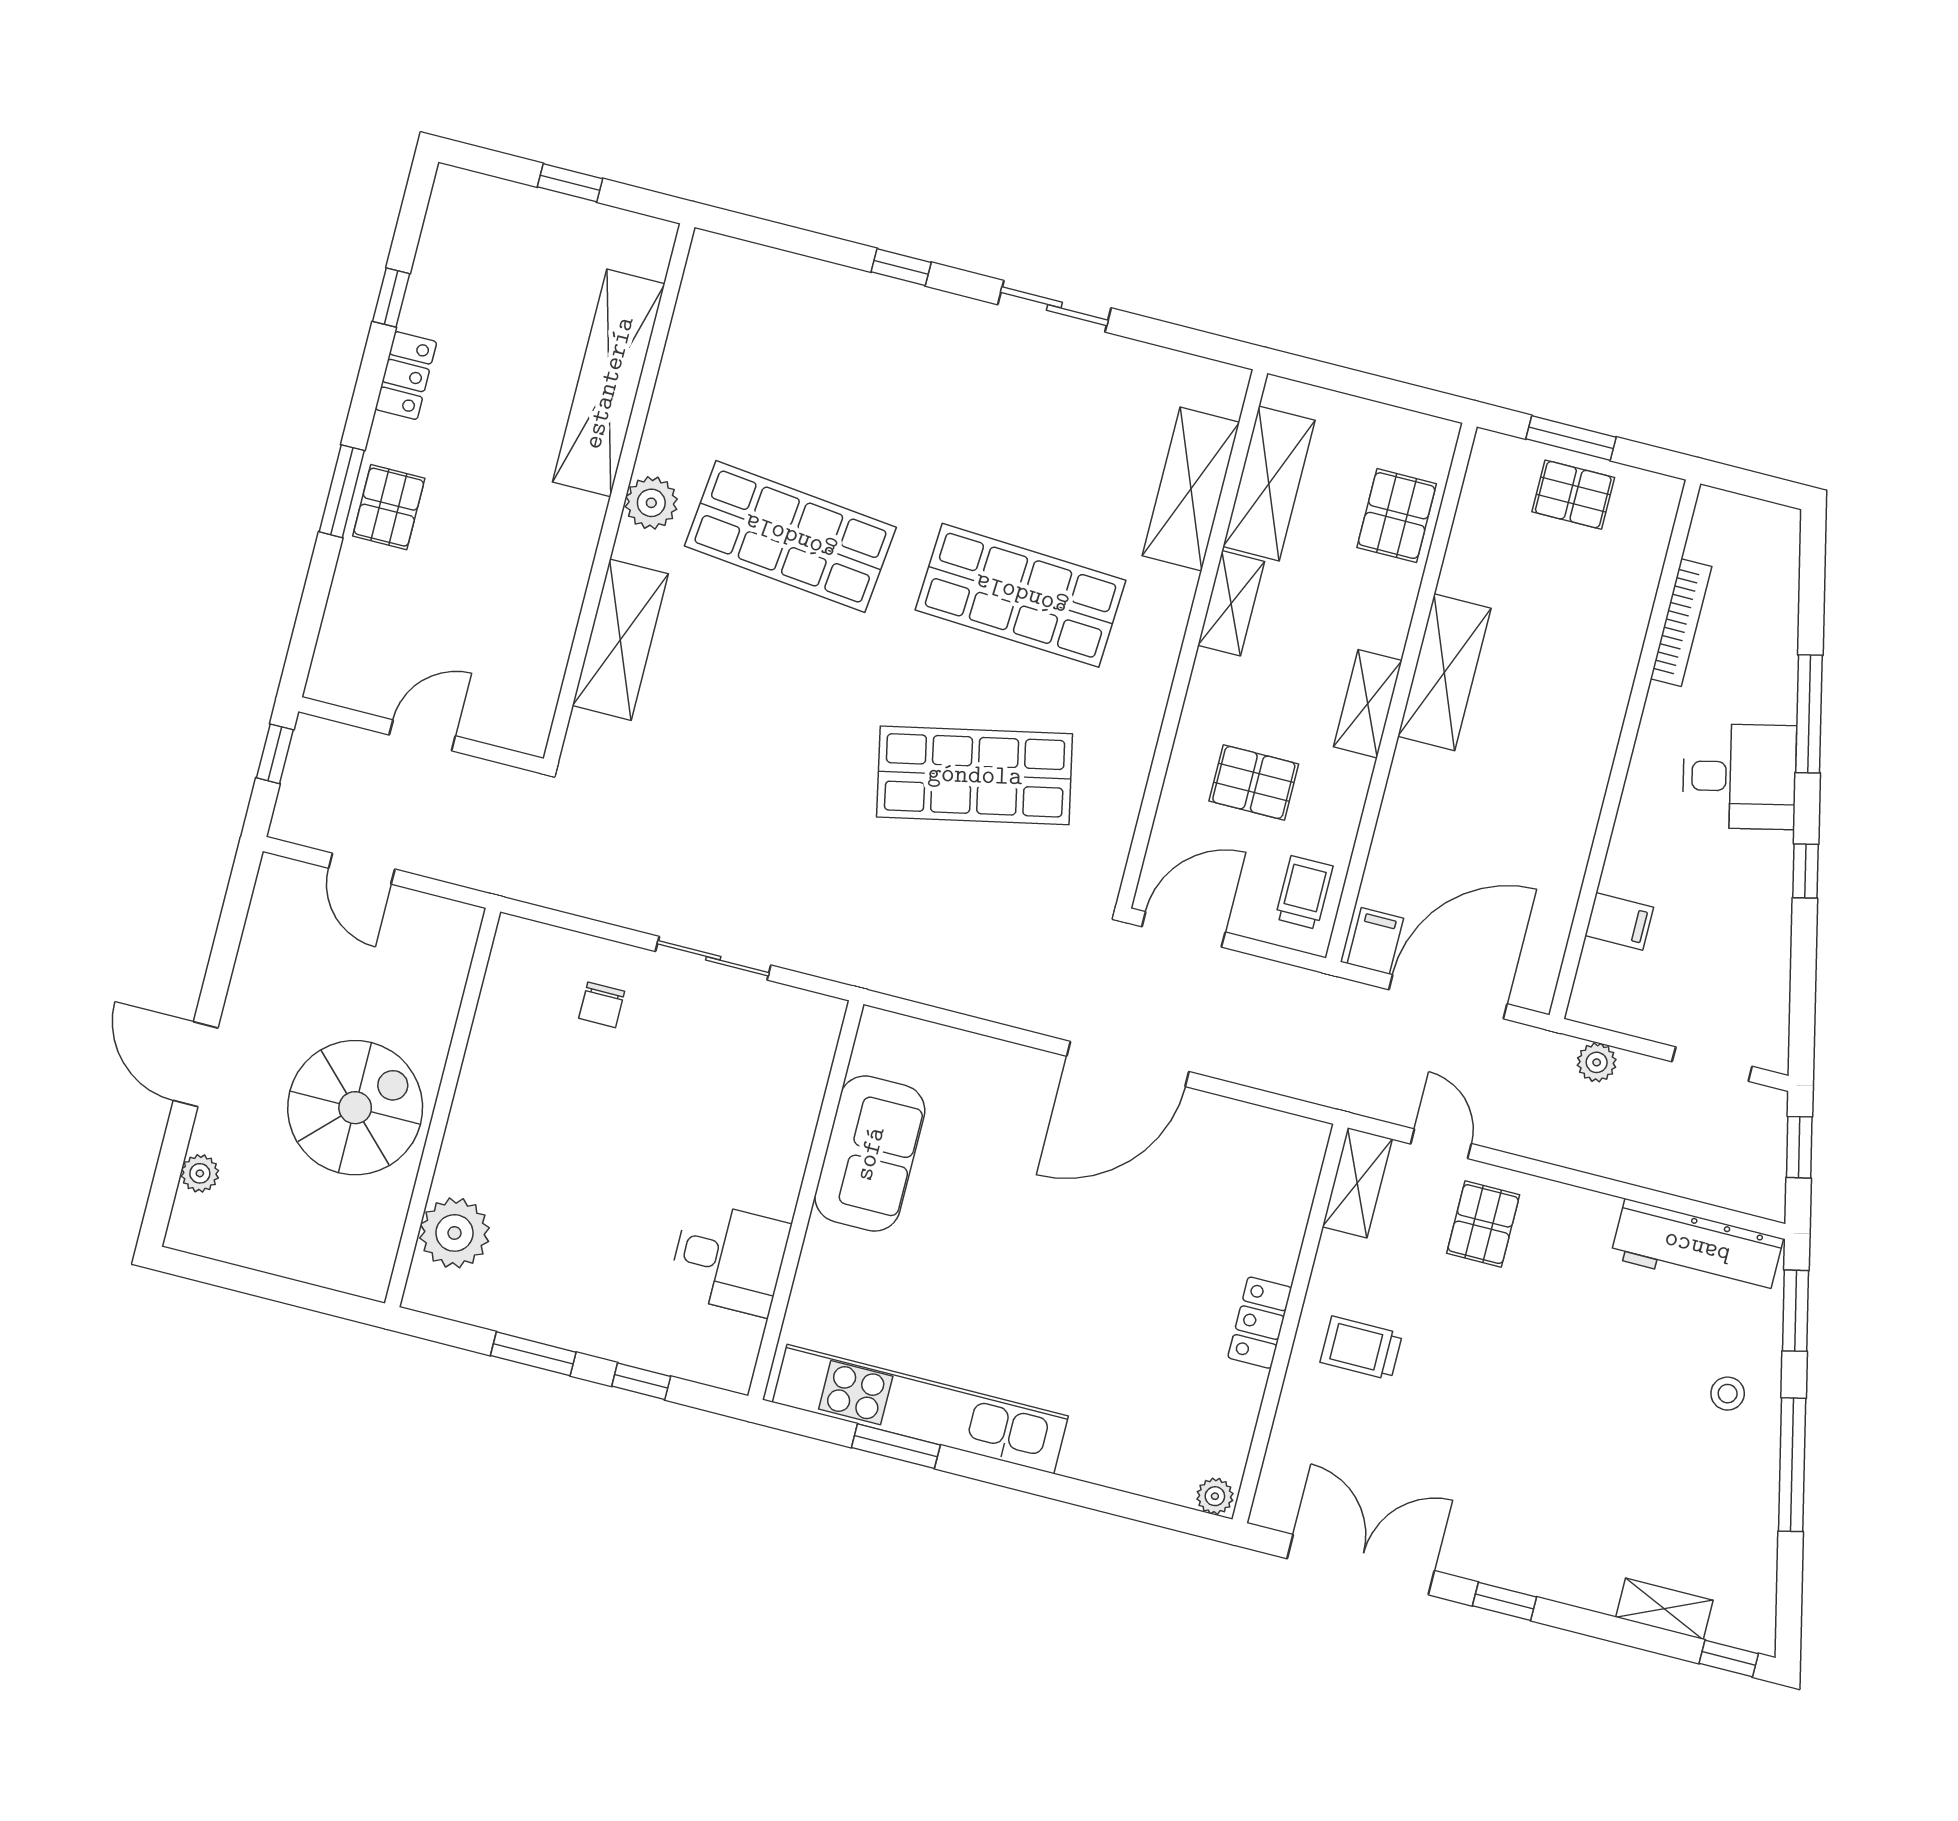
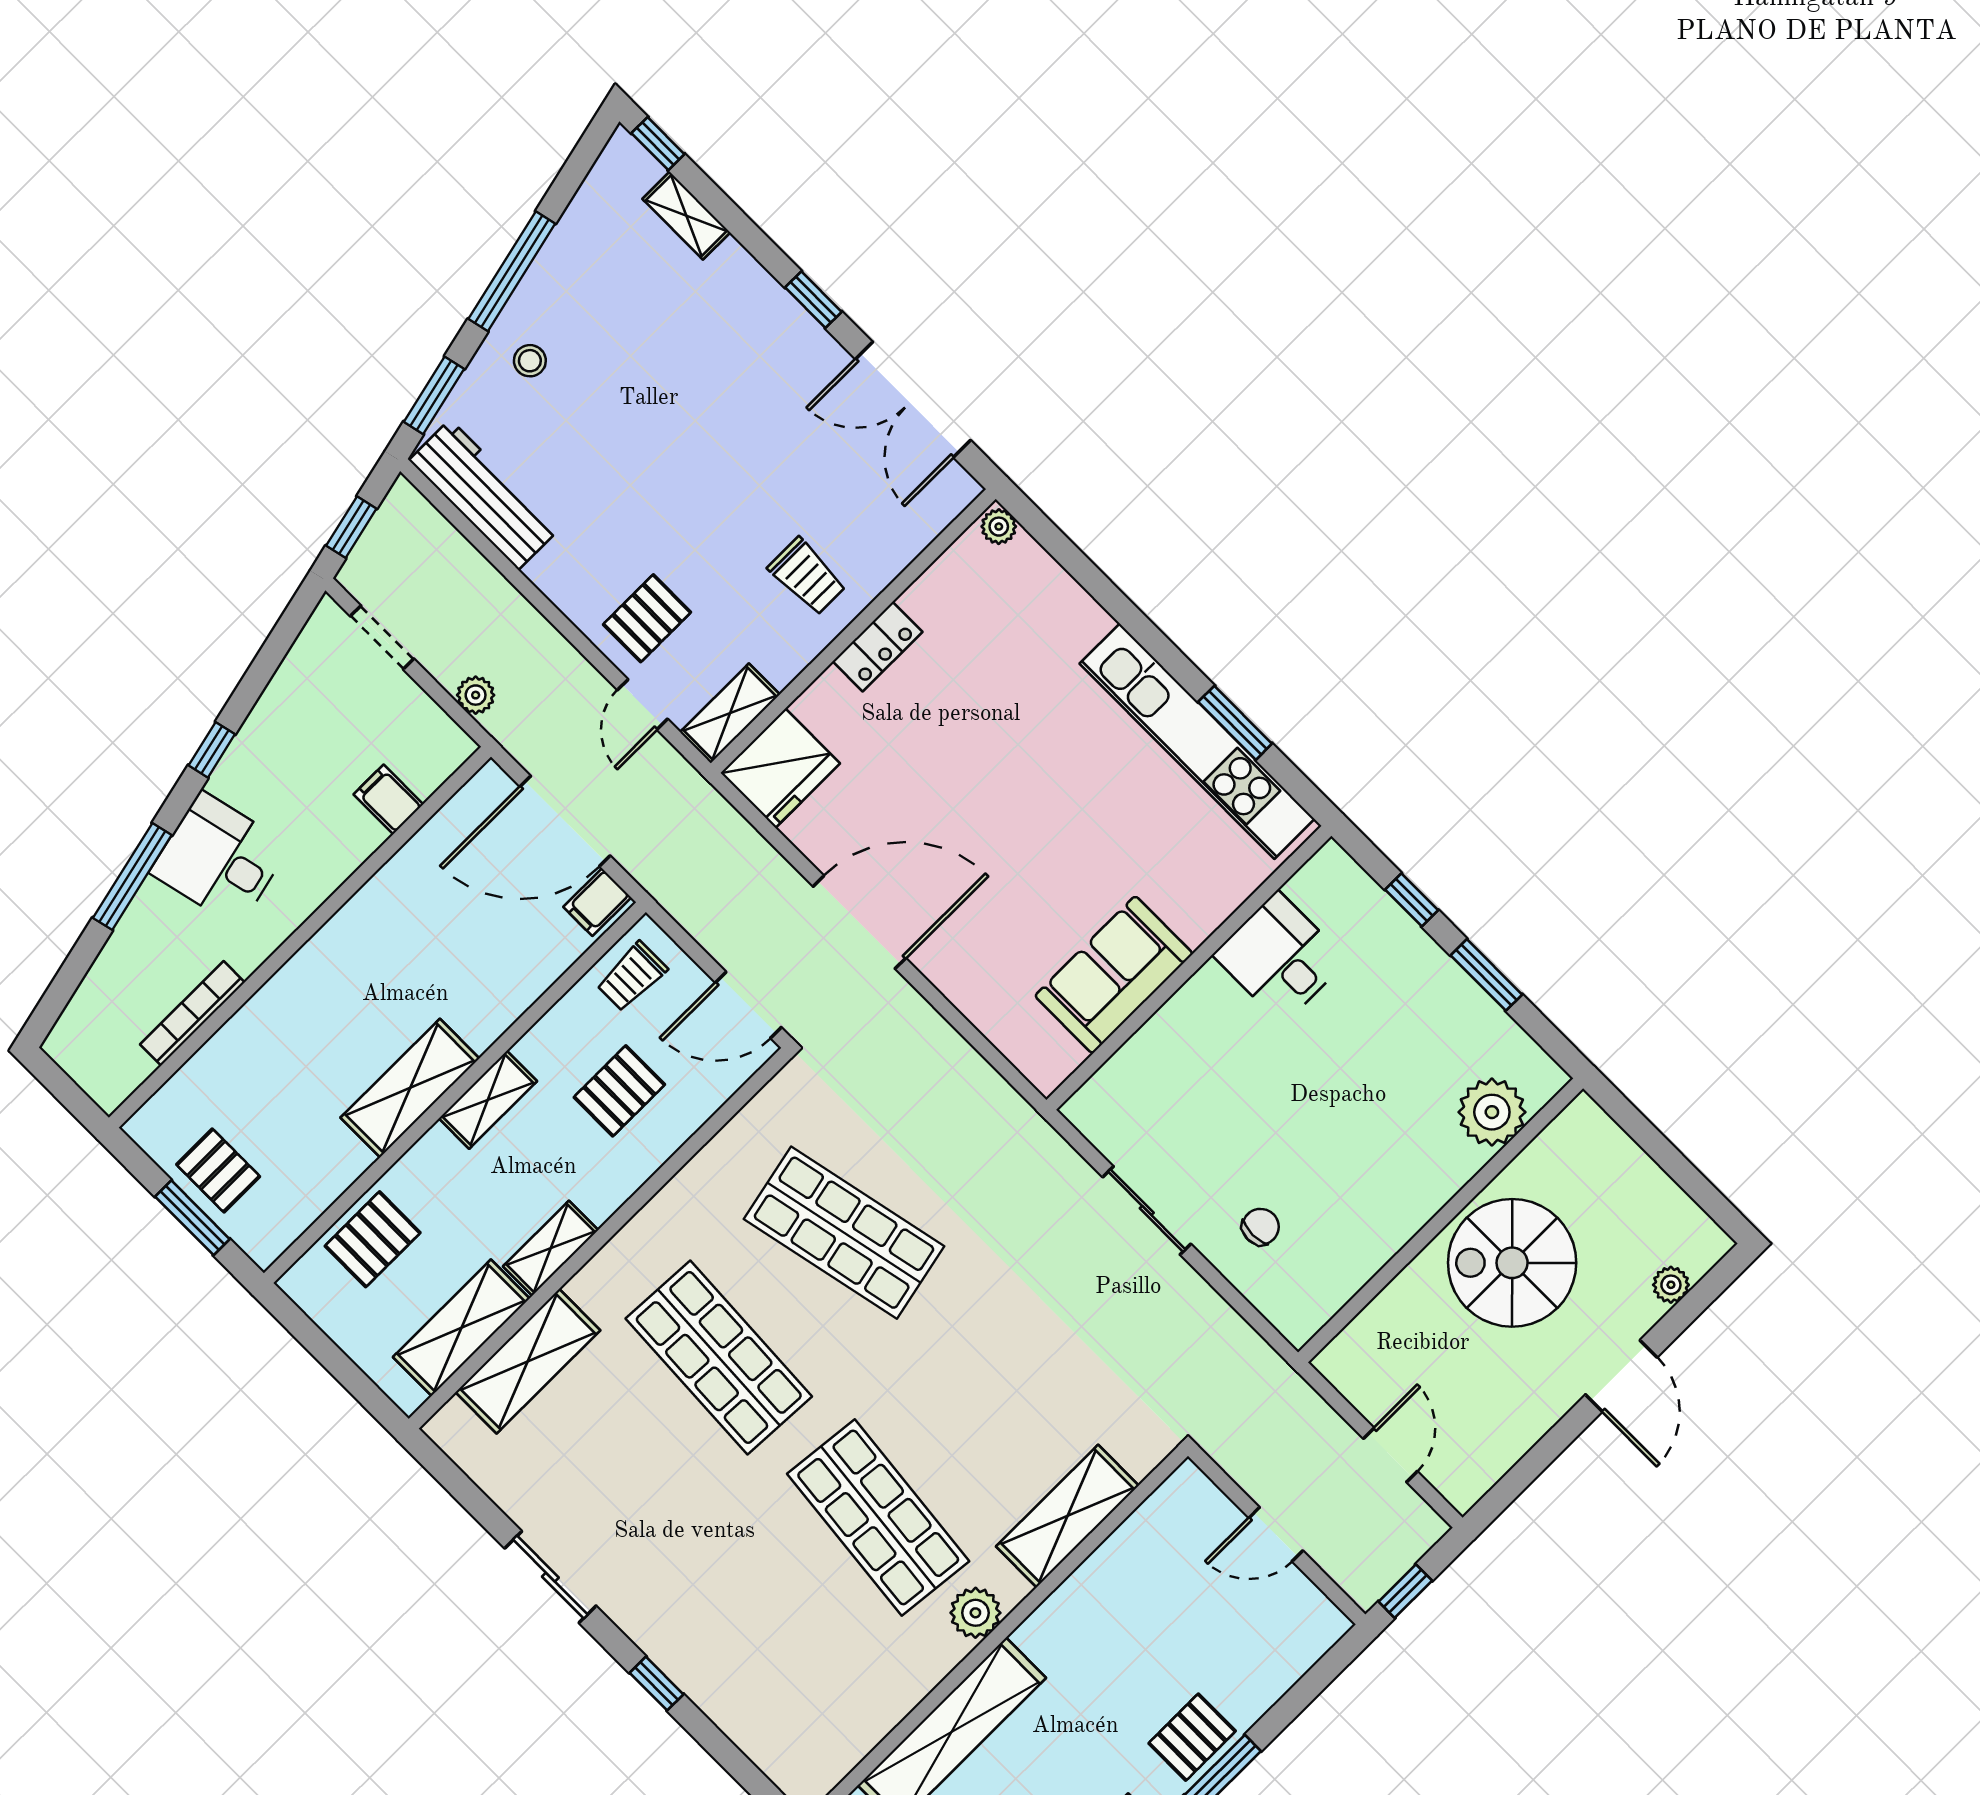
pallet: (1254, 782) -> (619, 1091), turned 90
fridge: (1282, 1160) -> (780, 768), added

